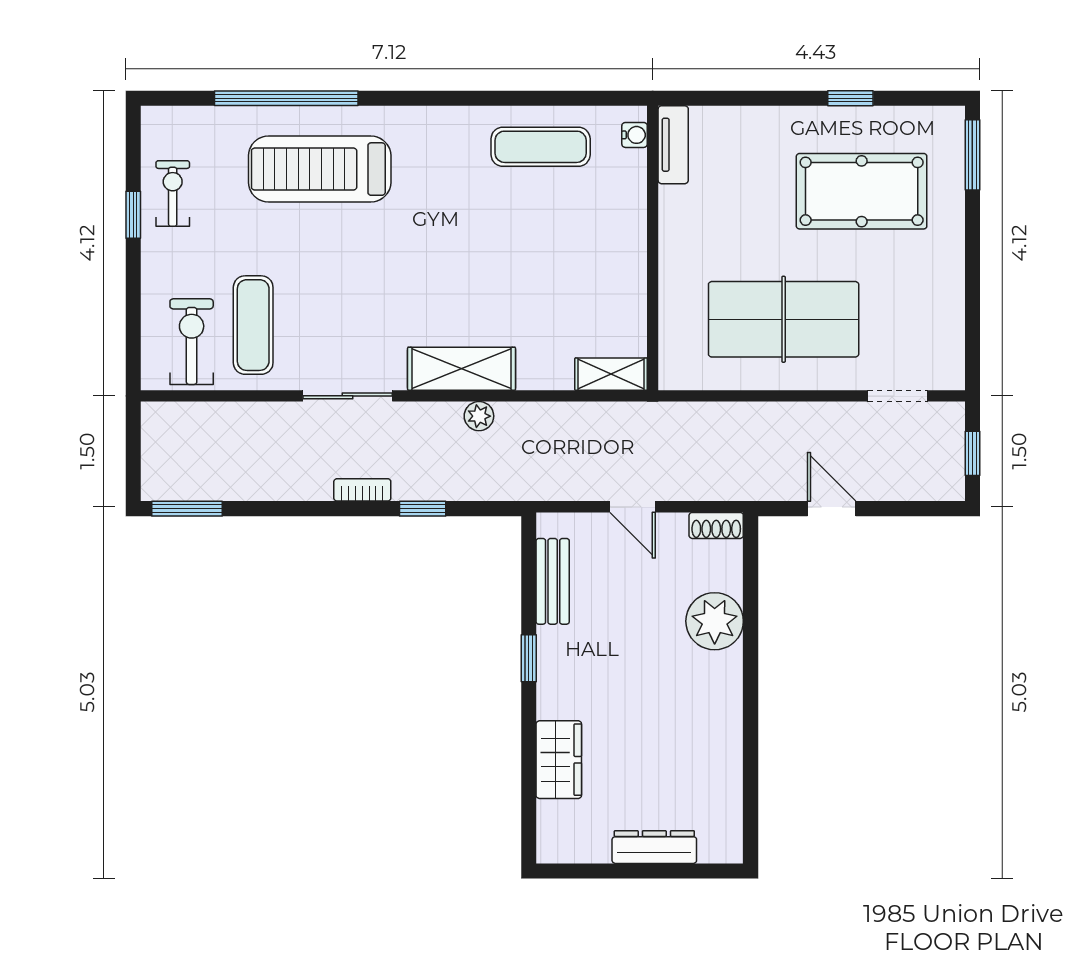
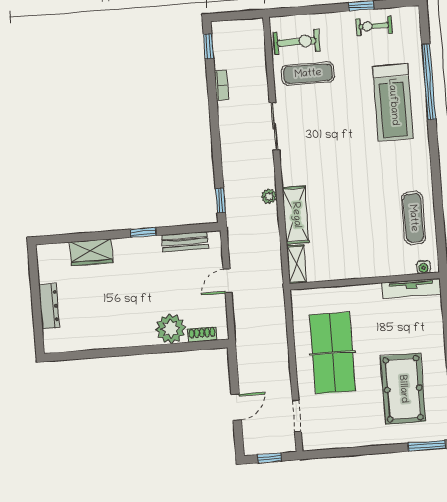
tv unit: (673, 145) -> (411, 288), width x1.41
treadmill: (320, 169) -> (393, 102), turned 180
exercise bike: (173, 194) -> (374, 26), turned 180
shelving: (462, 369) -> (296, 215), moved
bookcase: (362, 490) -> (221, 85), moved
window: (187, 509) -> (208, 46), width x0.67
window: (423, 509) -> (220, 201), moved
door: (832, 509) -> (236, 407), moved
shoe rack: (716, 525) -> (202, 335), moved, turned 90

